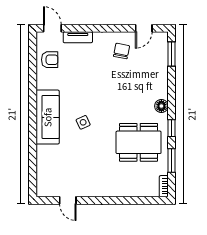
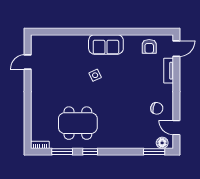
floor lamp: (161, 106) -> (162, 143), moved
sofa: (48, 117) -> (106, 44), width x0.73
dining table: (139, 142) -> (78, 123), turned 90

